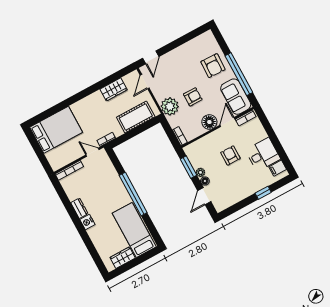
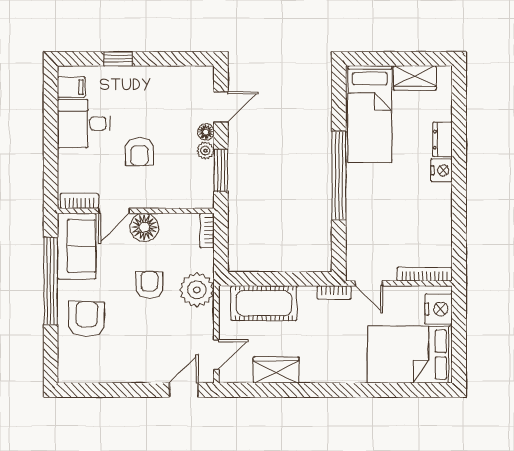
armchair: (193, 97) -> (149, 285), turned 90
nightstand: (54, 158) -> (439, 309), added
dresser: (79, 208) -> (442, 140), moved

